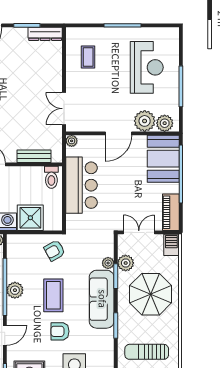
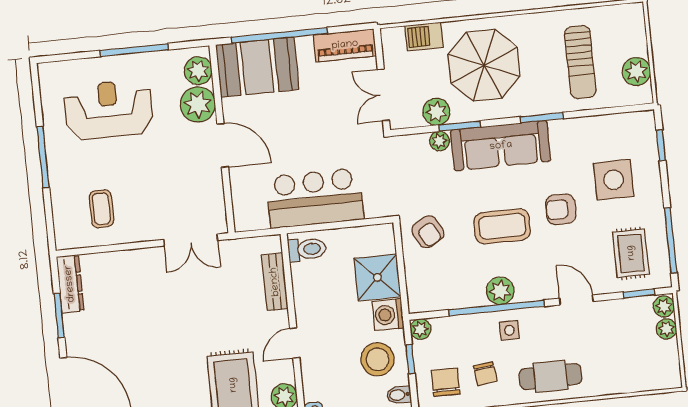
coffee table: (88, 57) -> (101, 209), turned 90
plant: (72, 141) -> (243, 222), removed
barbecue: (171, 245) -> (424, 36), moved
armchair: (60, 331) -> (561, 209), turned 90

